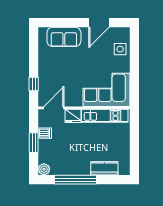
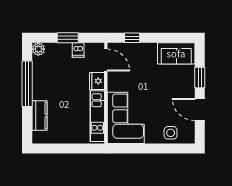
window: (70, 23) -> (200, 78), added
sofa: (64, 37) -> (176, 53), moved, turned -90

